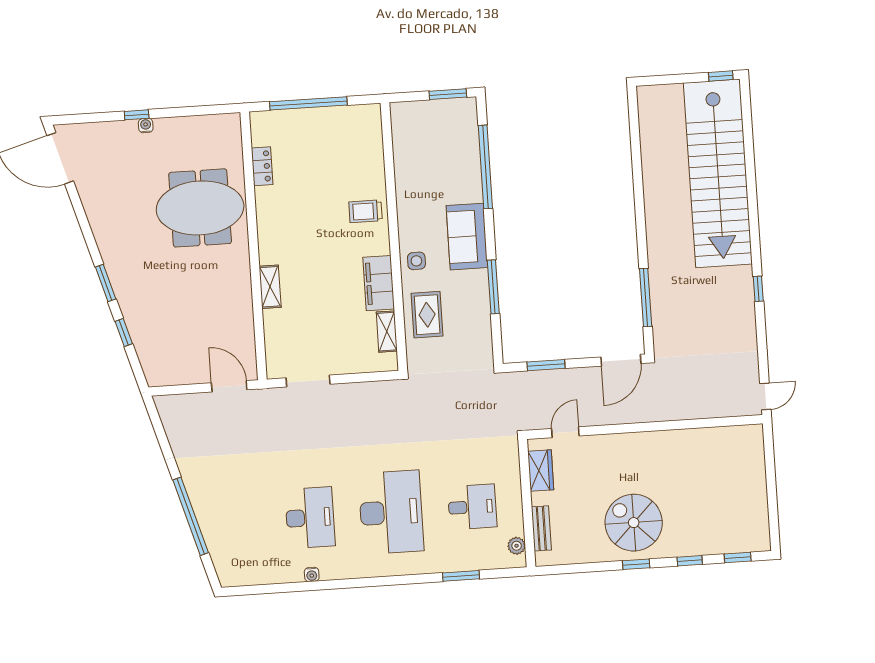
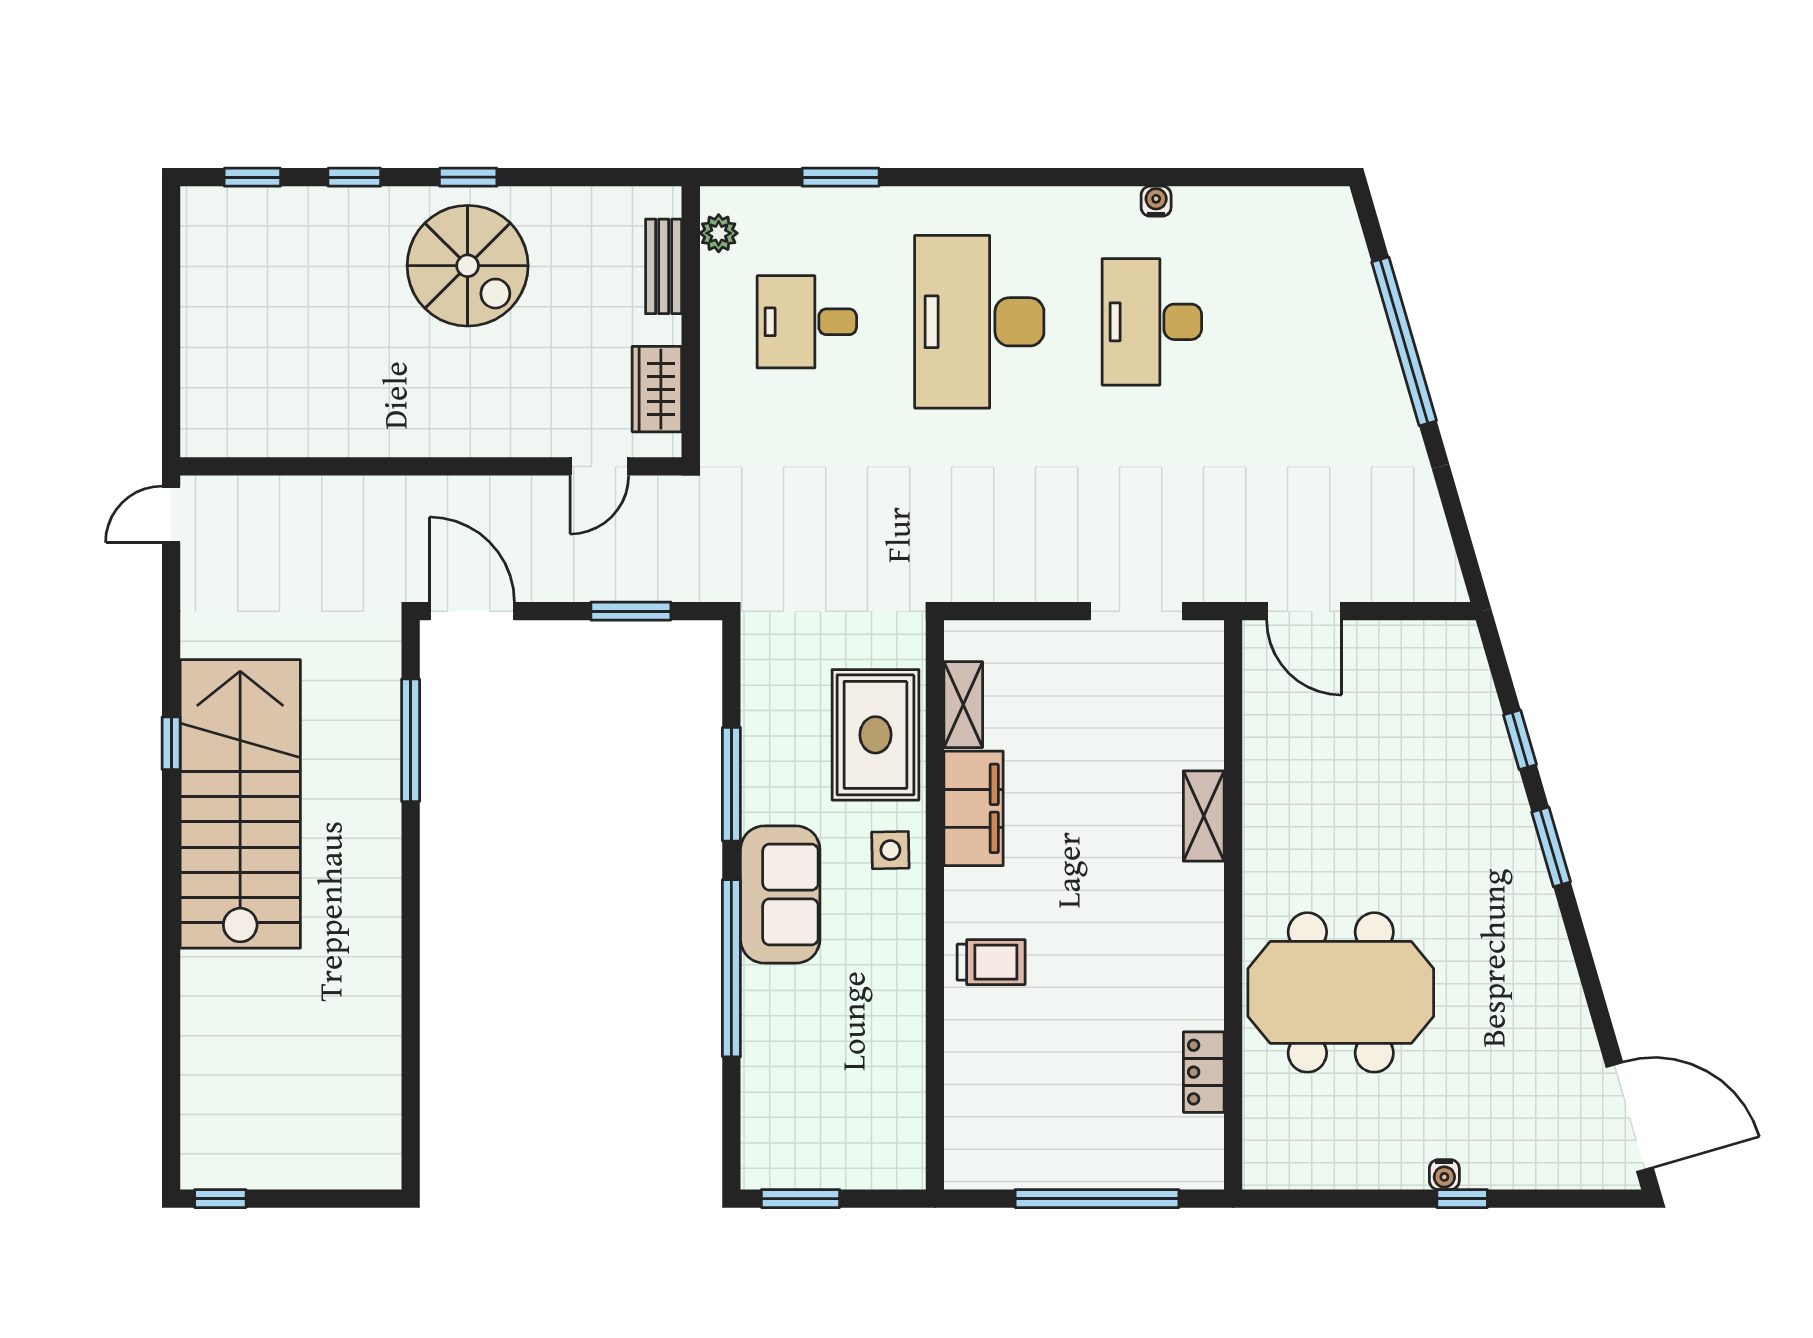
window: (485, 167) -> (731, 968), moved
stairs: (718, 173) -> (240, 804), moved, width x0.73
rug: (427, 315) -> (876, 735), width x1.36, depth x1.43
door: (621, 360) -> (472, 611), hinge flipped

